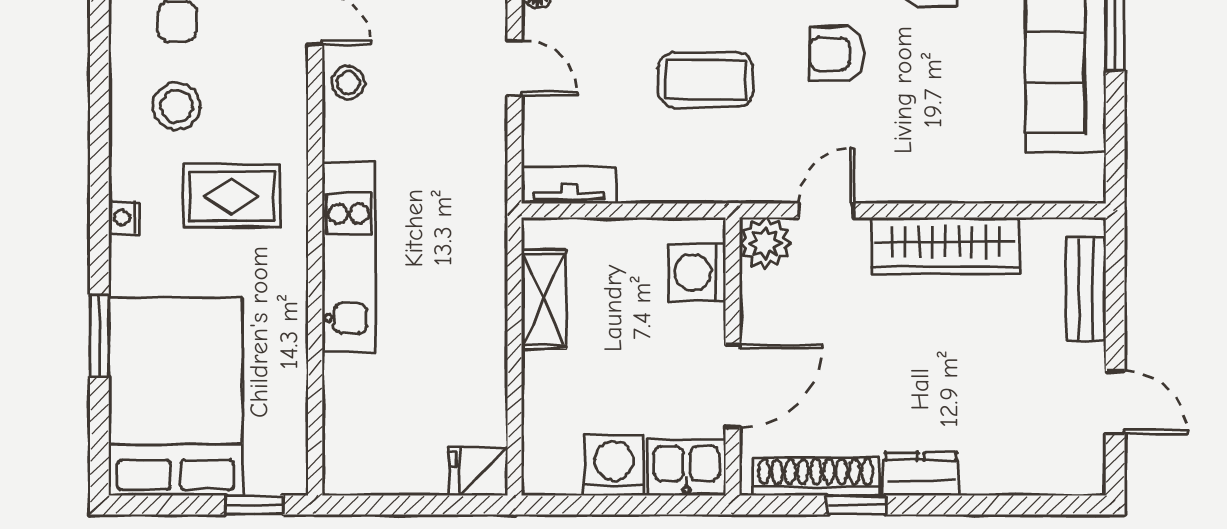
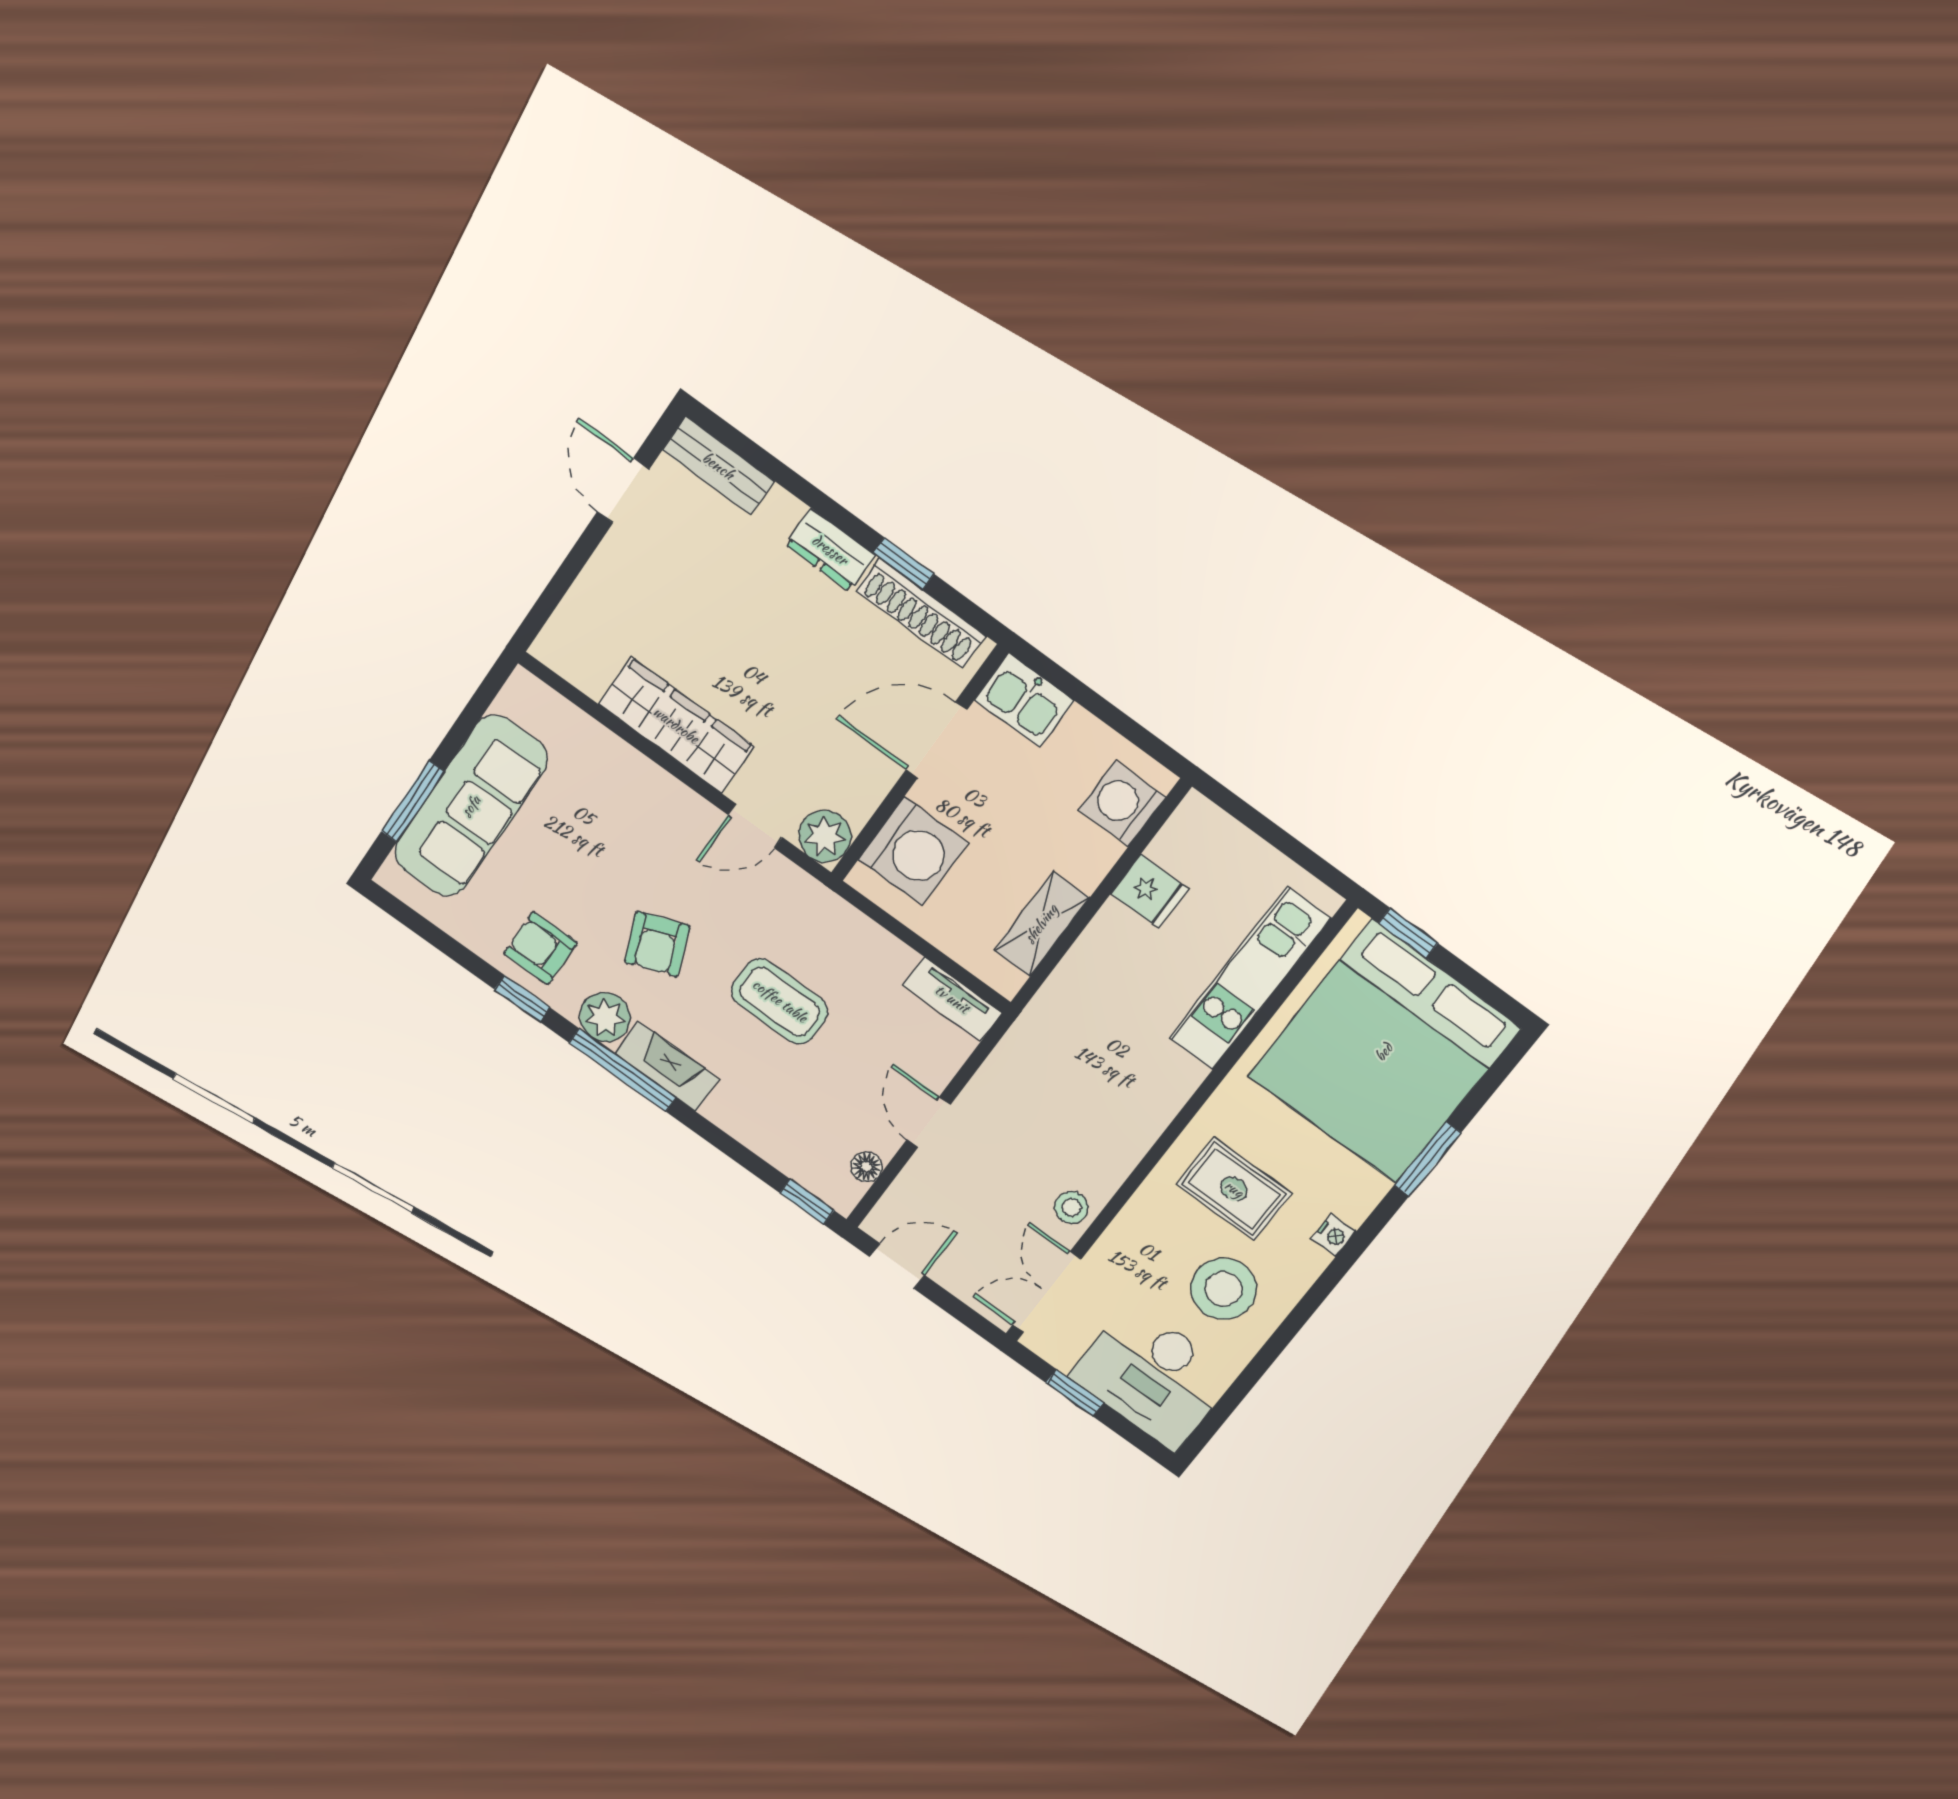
armchair: (837, 54) -> (657, 944), turned 69
stool: (177, 106) -> (1224, 1289), width x1.38, depth x1.38
kitchen unit: (349, 257) -> (1250, 978), moved
washing machine: (697, 272) -> (913, 851), width x1.37, depth x1.37
bench: (1086, 289) -> (718, 466), moved, turned 90
bed: (176, 397) -> (1384, 1052), width x1.36
washing machine: (614, 466) -> (1122, 803), moved, turned 90
fridge: (478, 471) -> (1150, 891), moved

